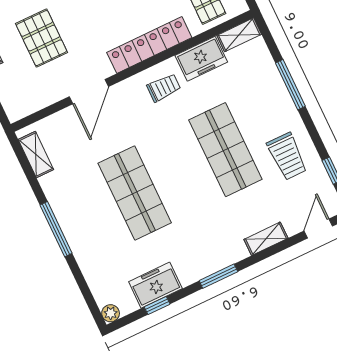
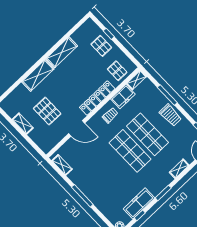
door: (89, 92) -> (77, 128), hinge flipped
trolley: (287, 156) -> (170, 115), moved
shop shelf: (135, 193) -> (130, 151), moved
freezer: (155, 285) -> (139, 203), width x1.40

